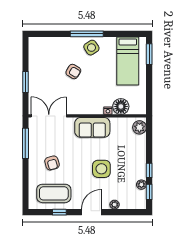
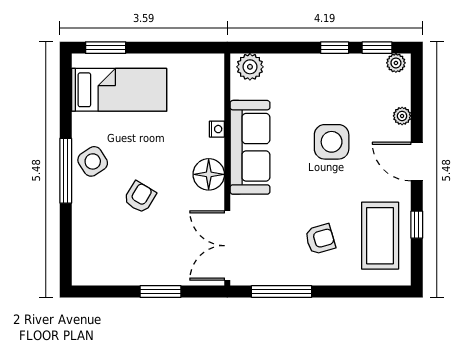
floor lamp: (121, 106) -> (209, 174), moved
sofa: (92, 127) -> (250, 147), width x1.36
plant: (141, 185) -> (396, 63), moved

